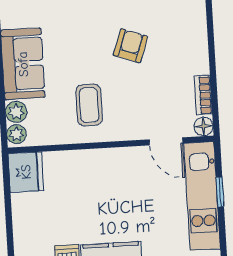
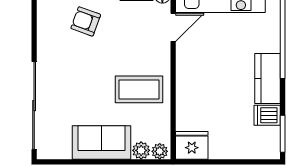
armchair: (131, 46) -> (86, 21), moved
coffee table: (89, 105) -> (139, 89), width x1.36, depth x1.30

